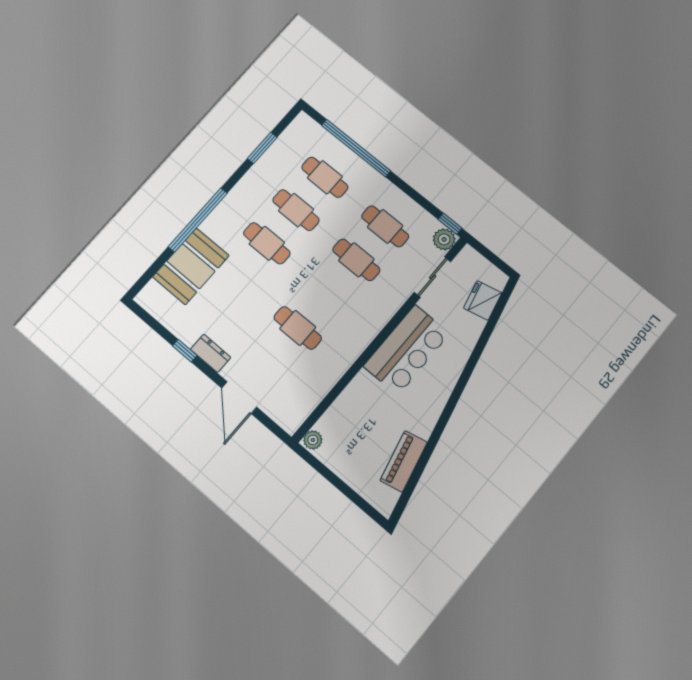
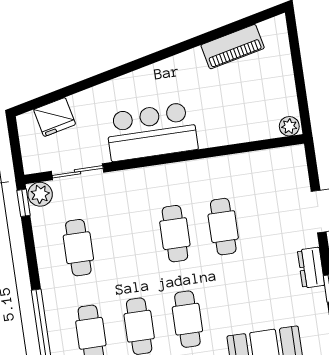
cafe table: (356, 260) -> (175, 234), moved

